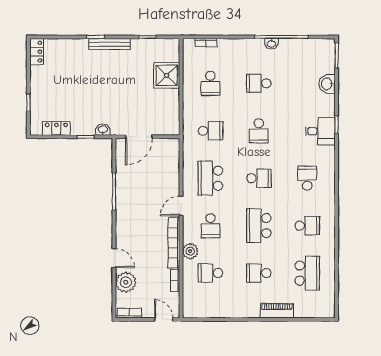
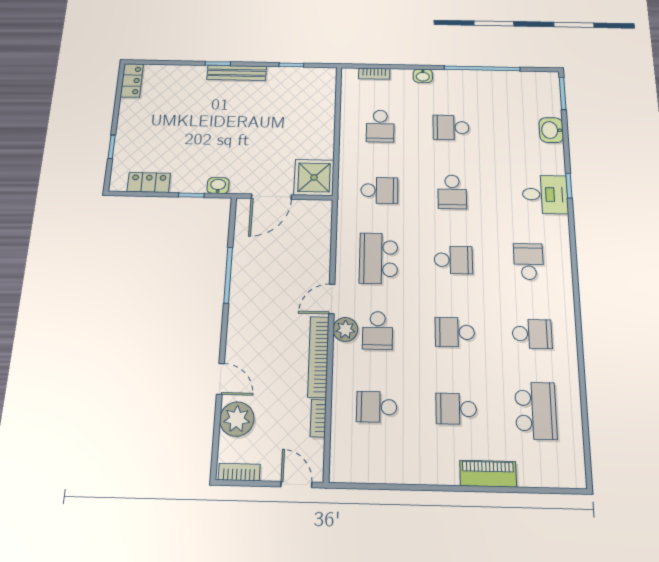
washbasin: (271, 44) -> (423, 76), moved
shower: (167, 75) -> (314, 177), moved
school desk: (259, 226) -> (455, 332), width x0.54
plant: (190, 251) -> (345, 329), moved

